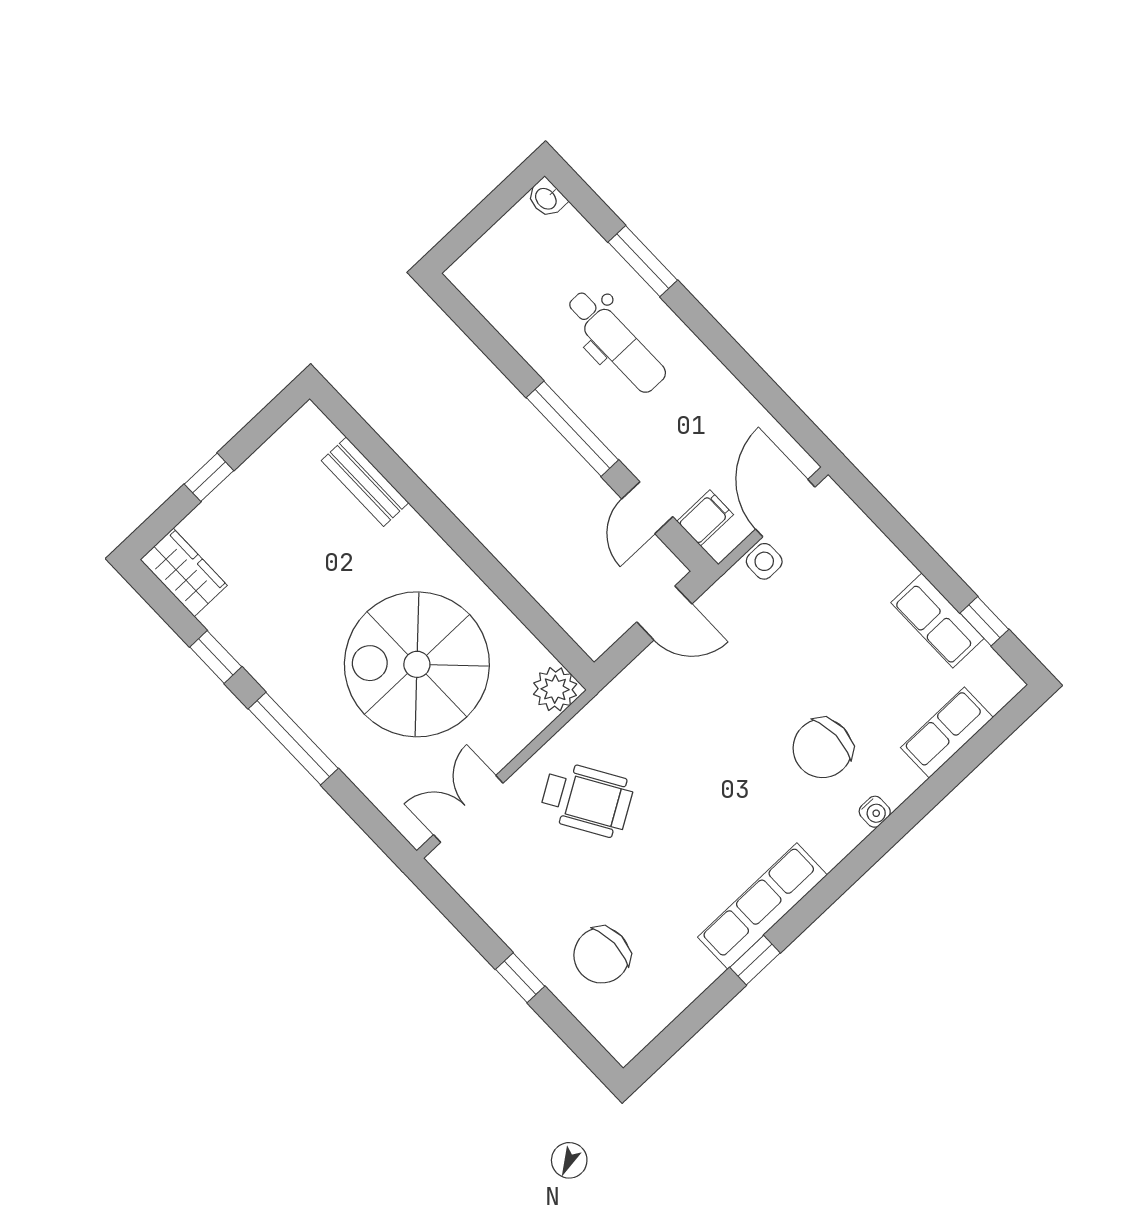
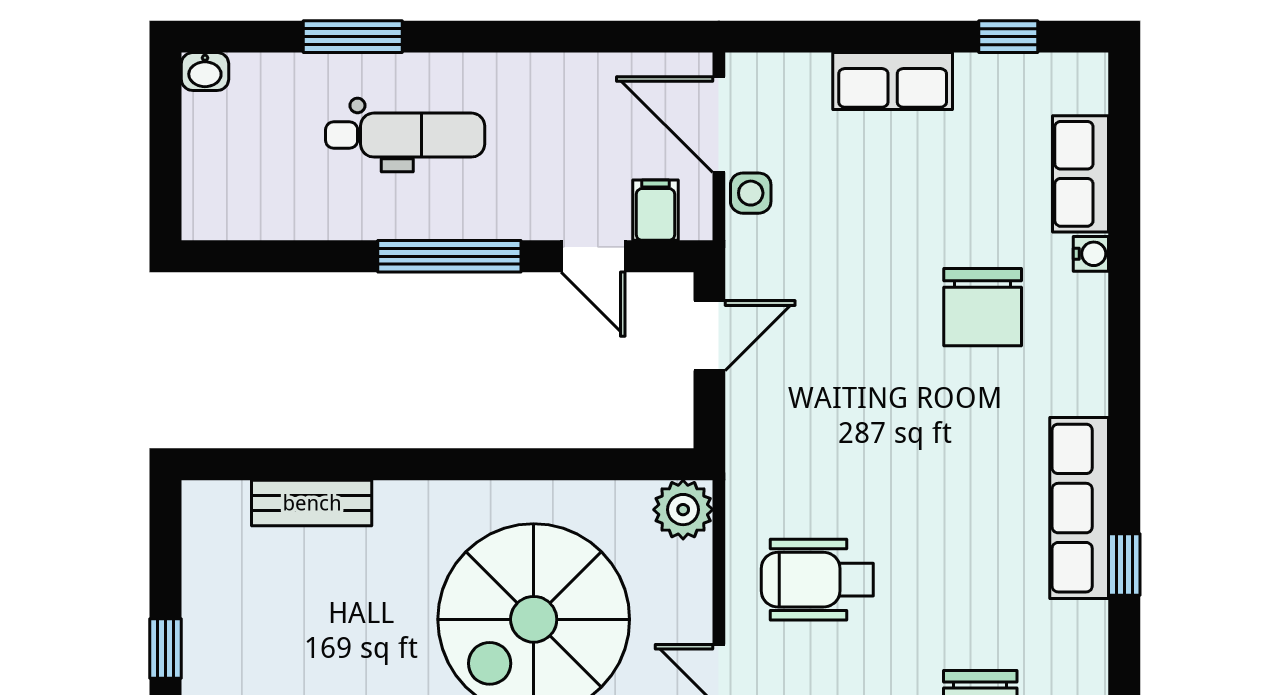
row of seats: (937, 621) -> (893, 81), moved
wheelchair: (587, 799) -> (817, 580), turned -149
water cooler: (875, 812) -> (1091, 254), moved

